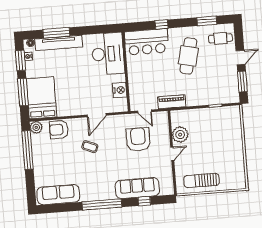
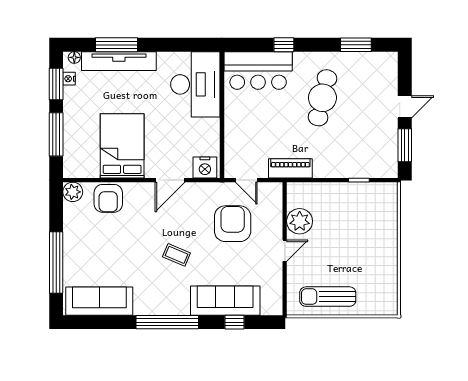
cafe table: (220, 38) -> (375, 74), removed
nightstand: (120, 90) -> (205, 167), moved, turned 90
bed: (41, 98) -> (122, 146), moved
armchair: (59, 130) -> (108, 198), turned -90
coffee table: (90, 147) -> (176, 255), moved
window: (28, 150) -> (56, 263), moved

